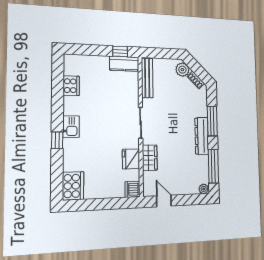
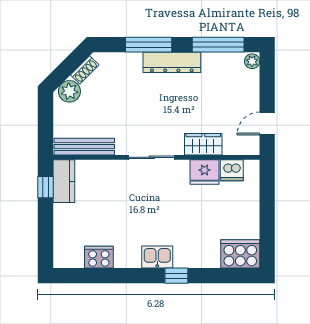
dishwasher: (132, 189) -> (232, 170), moved

